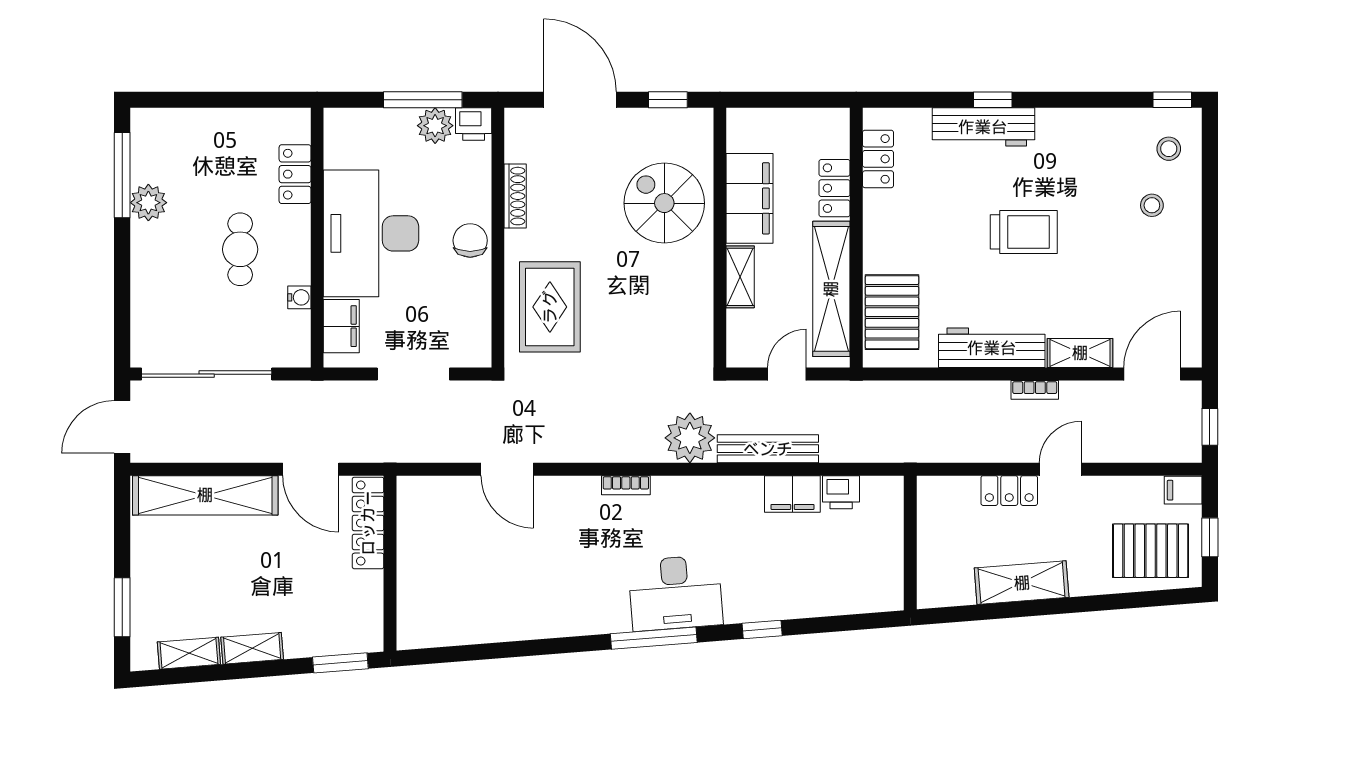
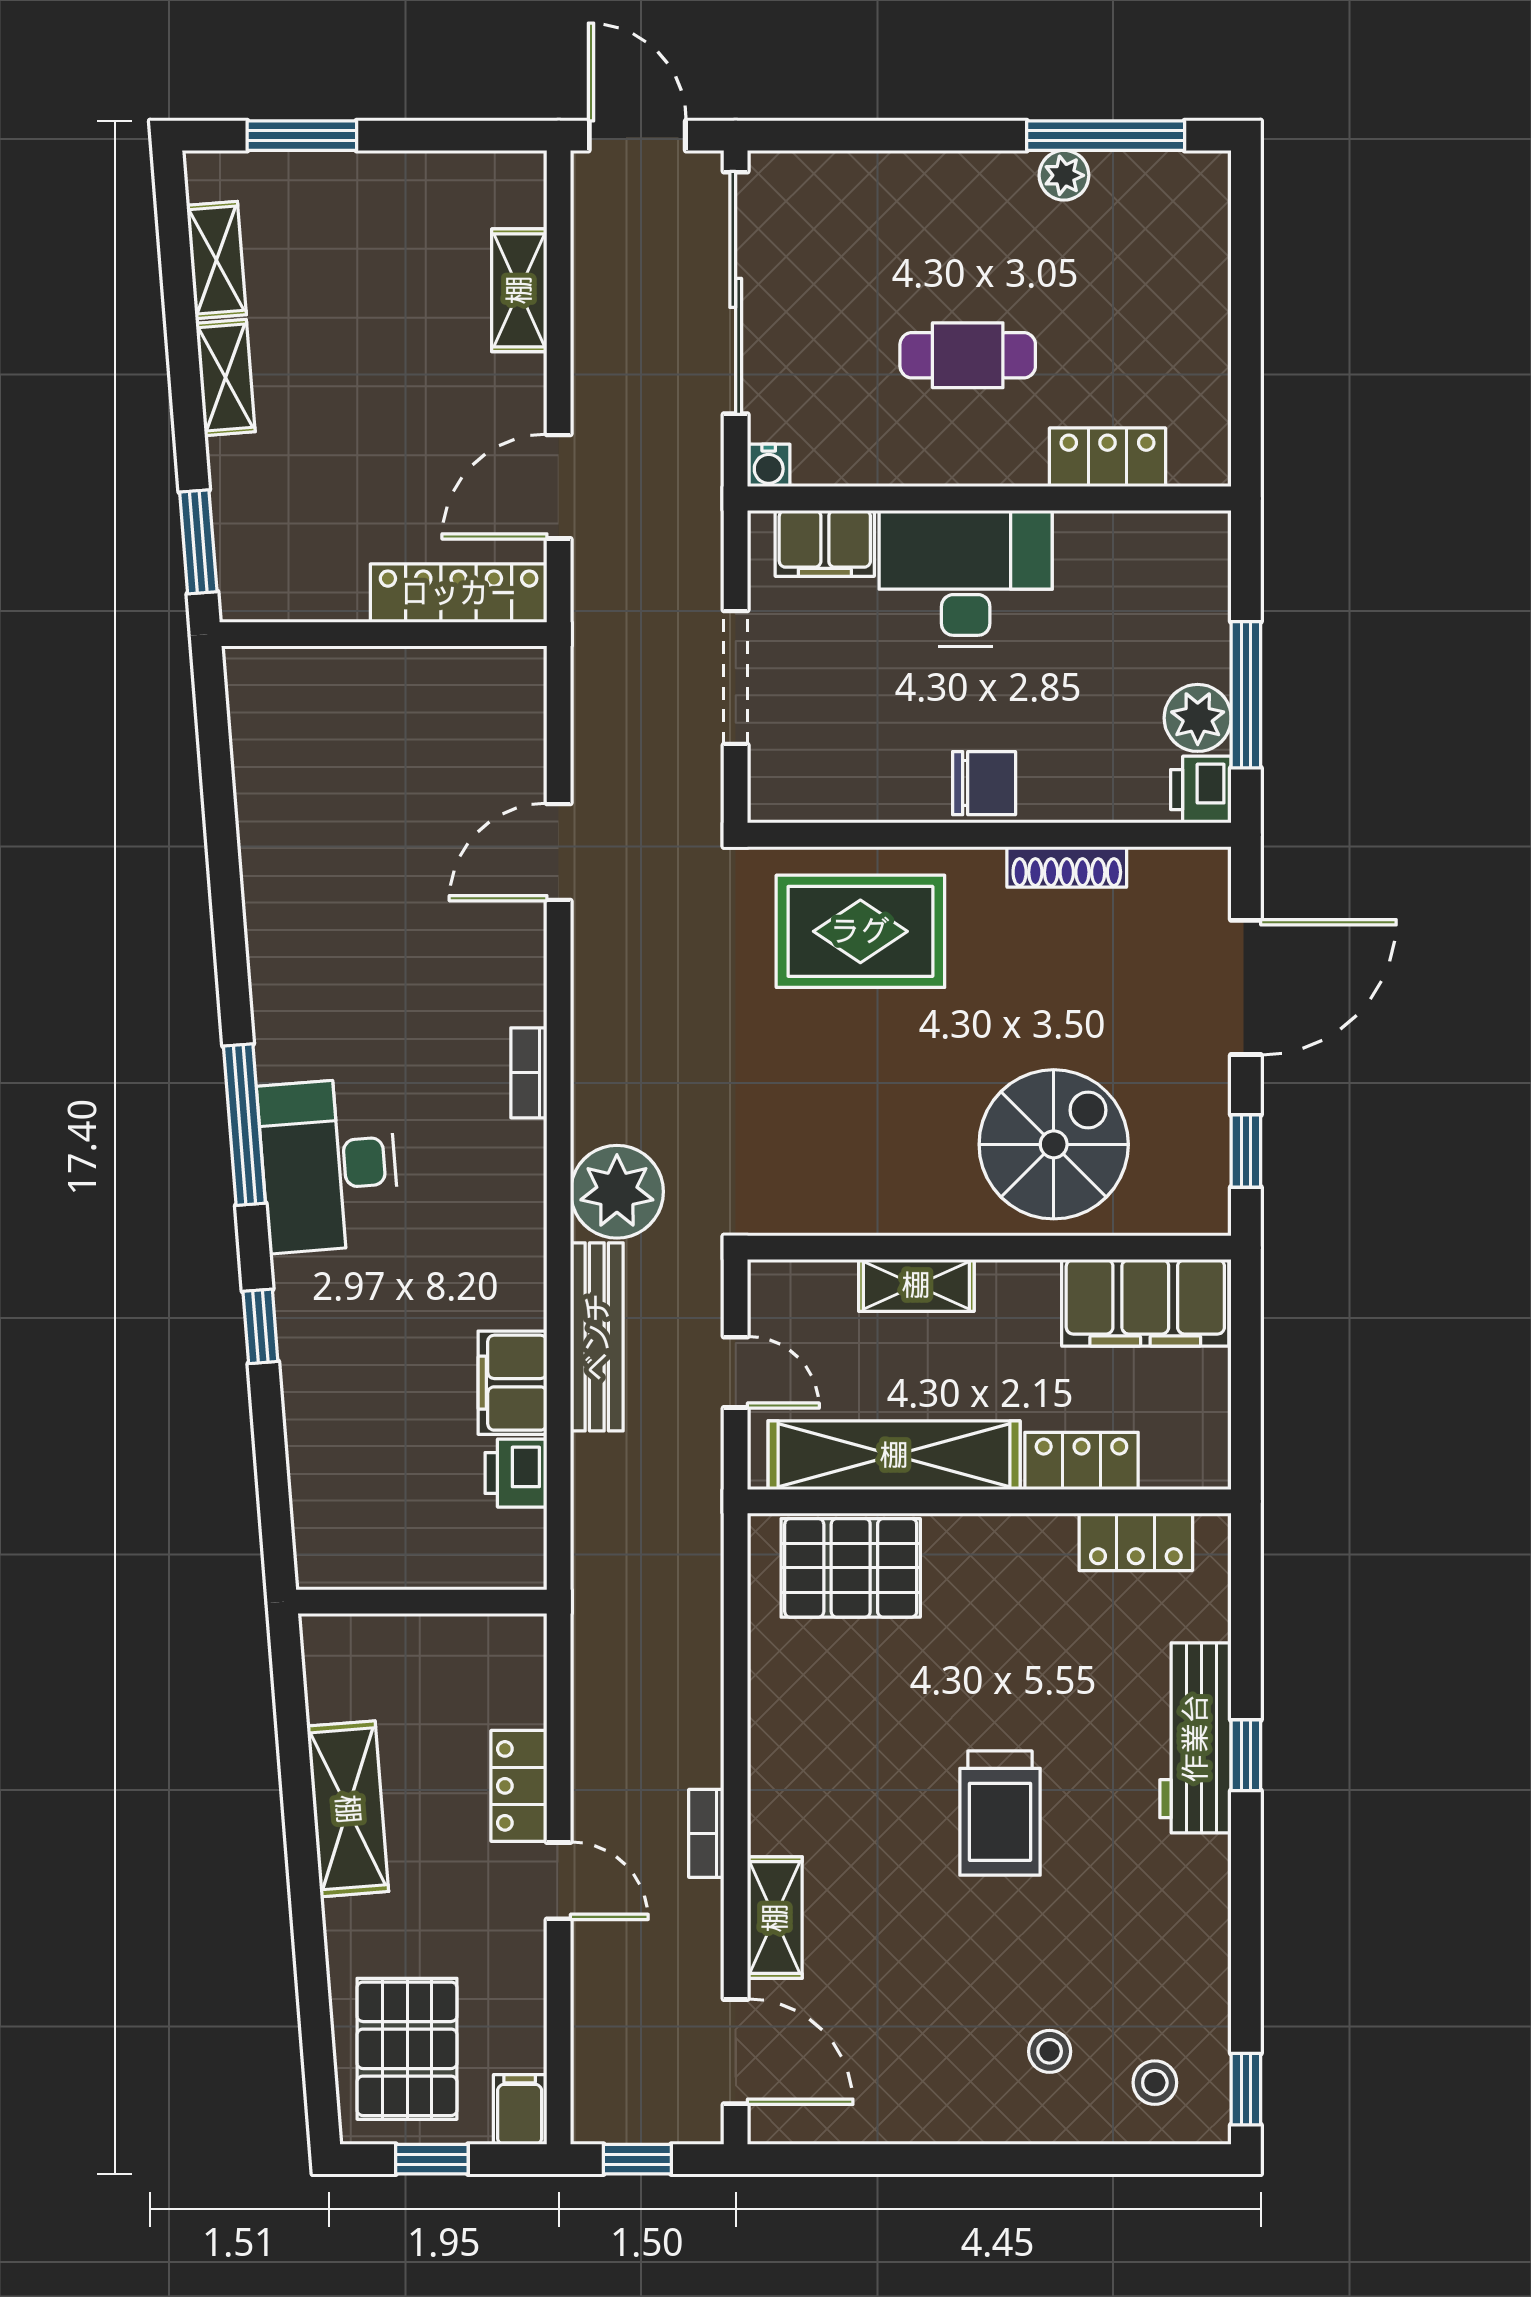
filing cabinet: (750, 198) -> (1145, 1303), moved
plant: (148, 203) -> (1064, 175), width x0.73, depth x0.73
desk: (371, 233) -> (966, 578), width x0.73, depth x0.77
water cooler: (299, 297) -> (769, 465), moved
workbench: (992, 348) -> (785, 1753), removed
shelving: (205, 495) -> (519, 290), width x0.45, depth x0.75

